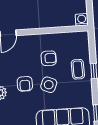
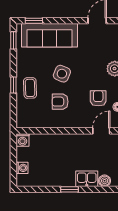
armchair: (25, 84) -> (98, 98), moved

